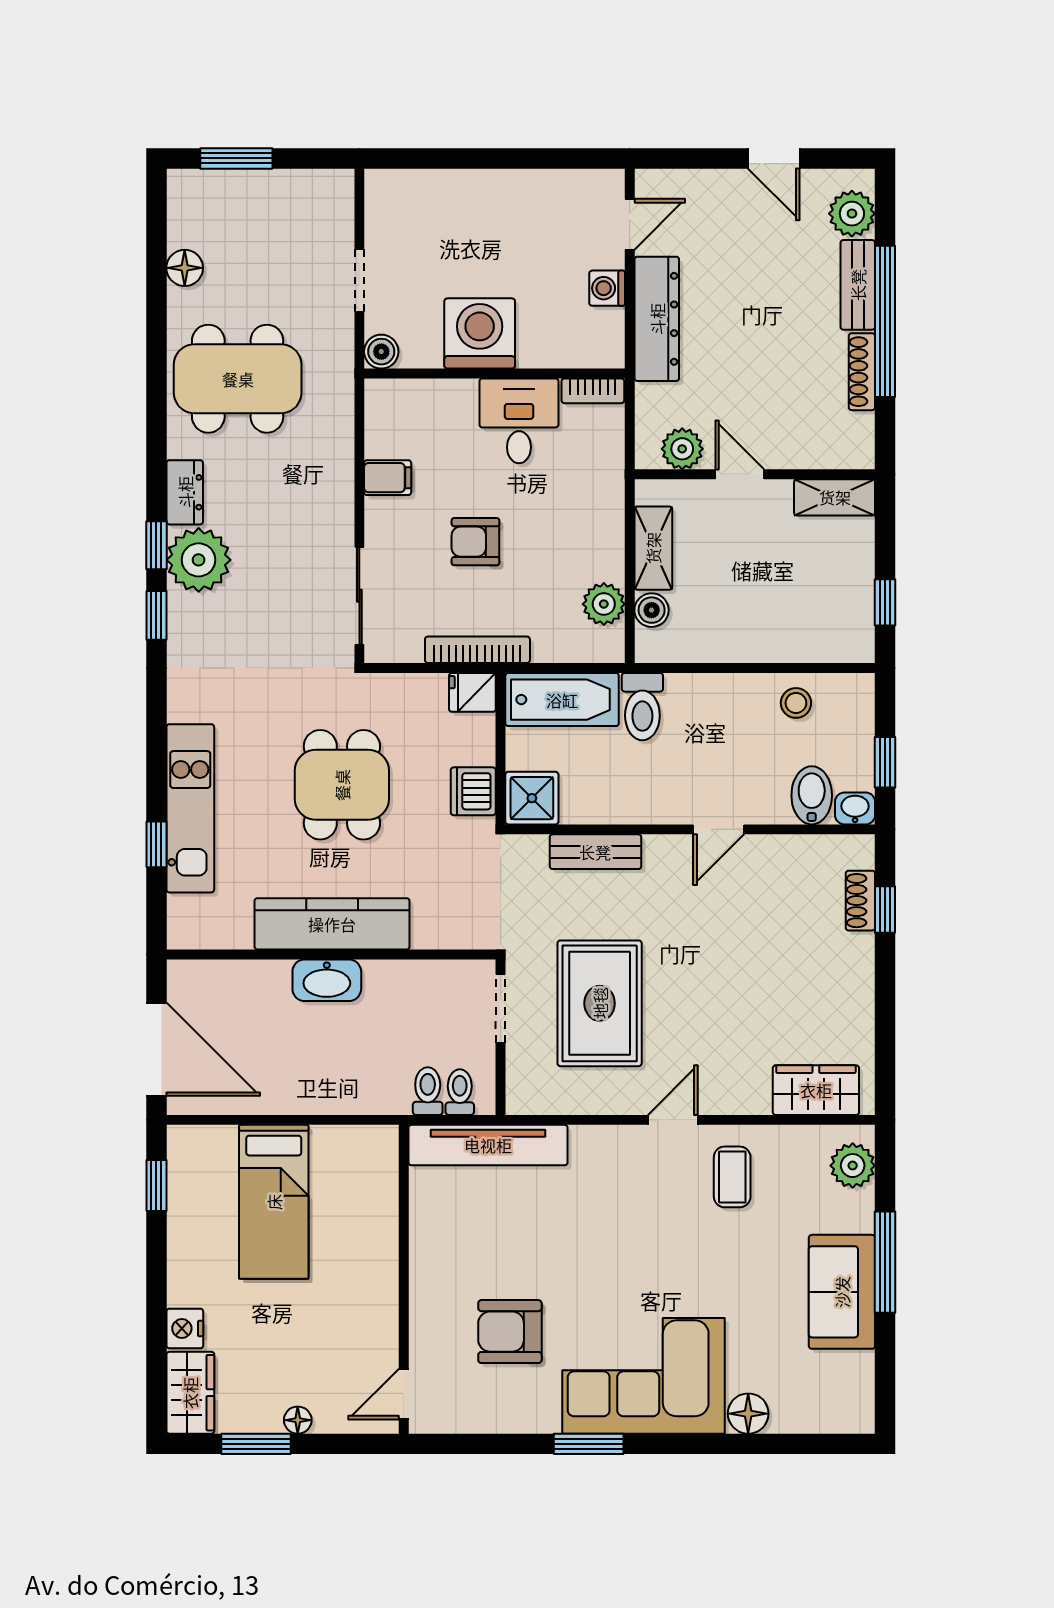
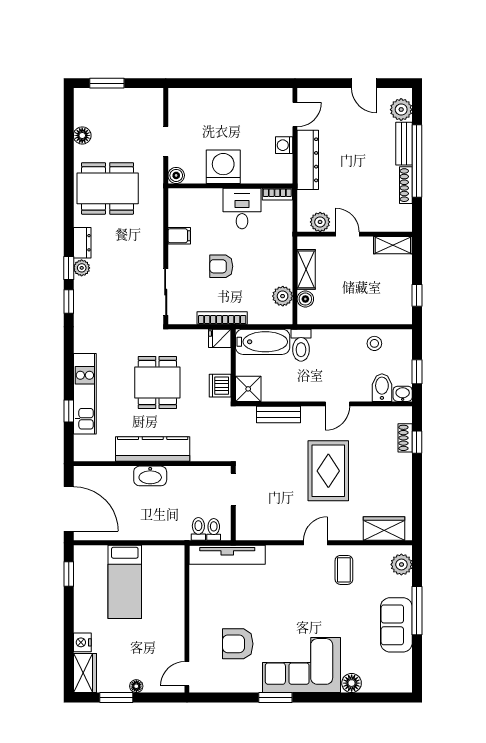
plant: (199, 560) -> (82, 268), width x0.53, depth x0.53
rug: (600, 1003) -> (328, 471), moved

